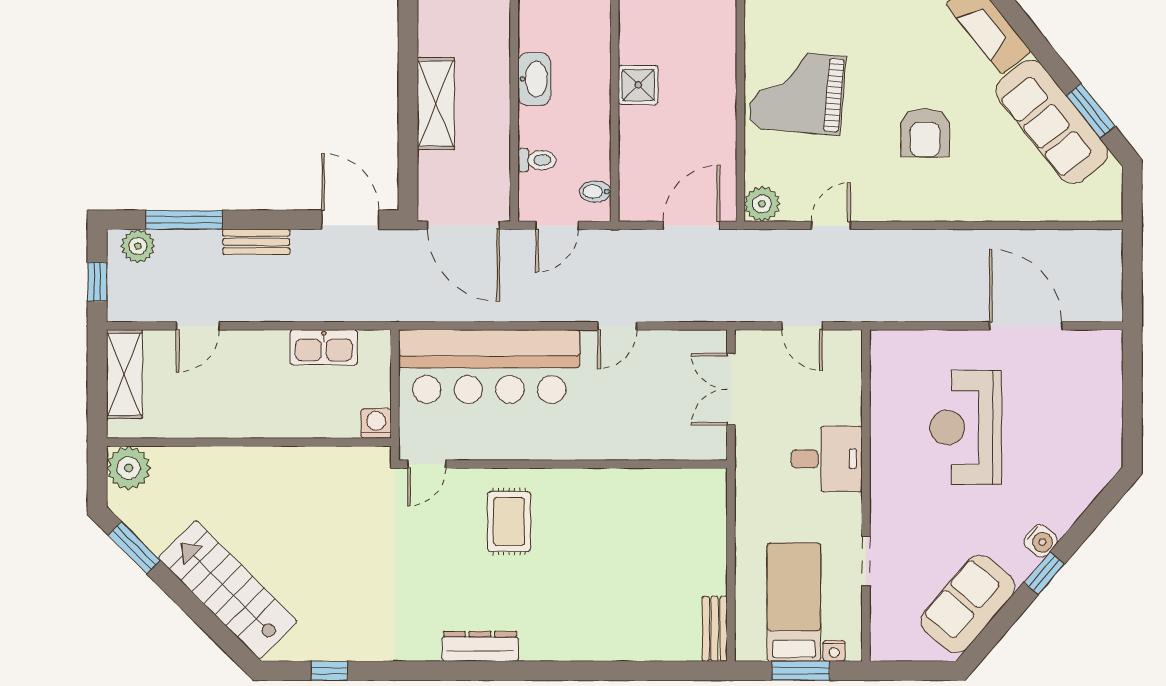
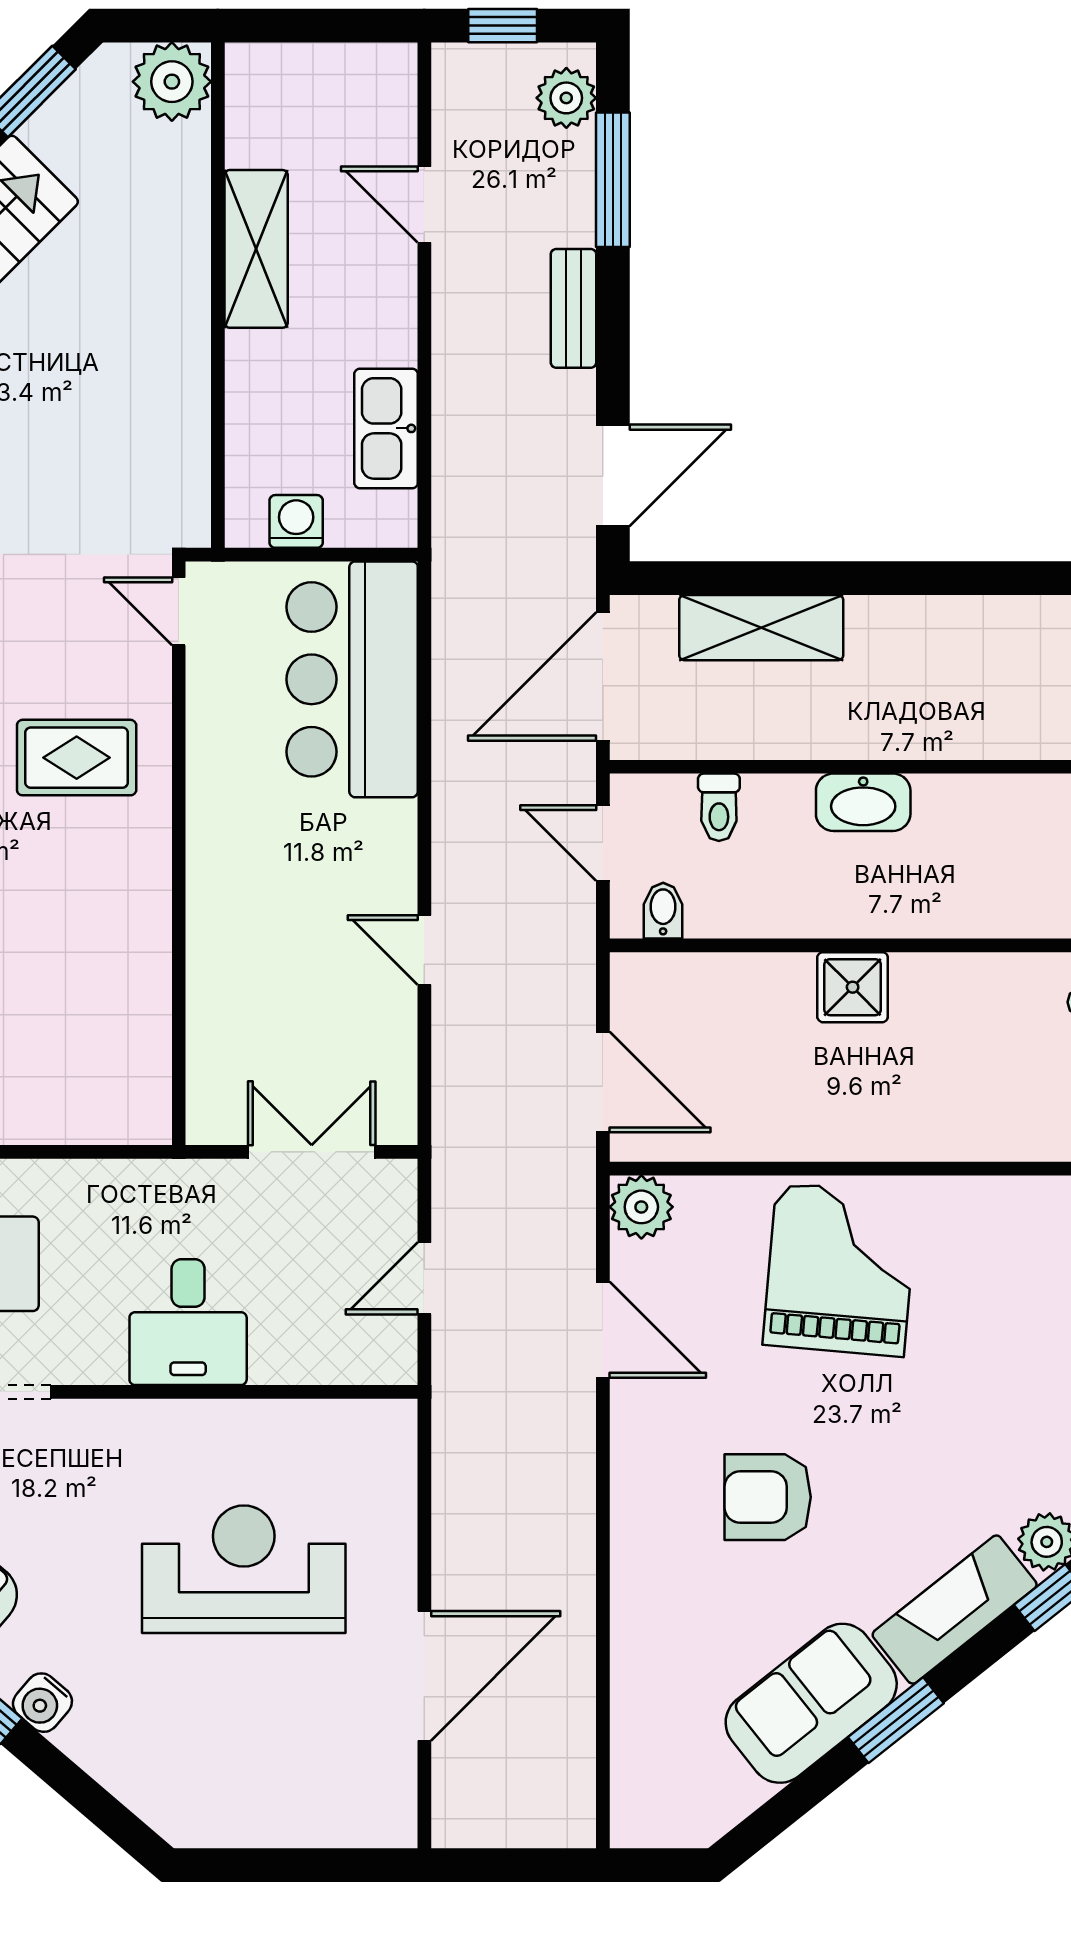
shelving: (436, 104) -> (761, 628), moved
window: (1091, 111) -> (896, 1720), moved
sofa: (1052, 122) -> (811, 1703), width x0.73
door: (831, 225) -> (603, 1330), width x1.38
bar counter: (489, 367) -> (352, 679), width x0.73
shelving: (124, 374) -> (256, 249), moved, turned 90
washing machine: (376, 423) -> (296, 521), moved, turned -90

